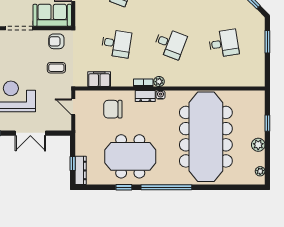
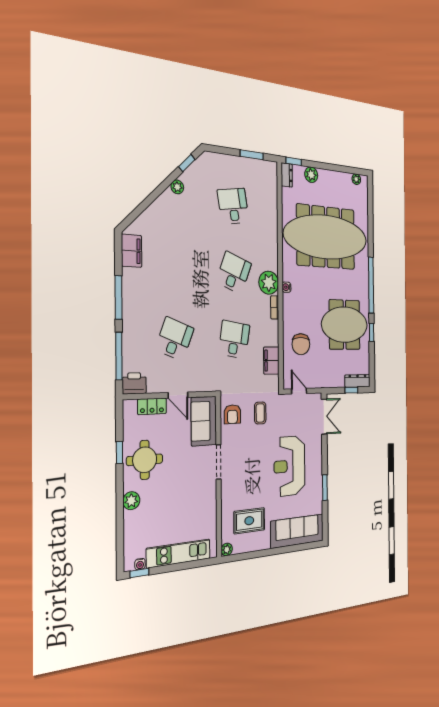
window: (267, 42) -> (252, 155), moved
plant: (159, 82) -> (269, 283), width x1.88, depth x1.88
dresser: (145, 96) -> (287, 175), moved
door: (73, 107) -> (299, 391), swing flipped
window: (267, 123) -> (294, 161), moved
double door: (30, 133) -> (324, 417), moved
plant: (258, 145) -> (311, 175), moved
meeting table: (130, 156) -> (345, 325), turned 90

